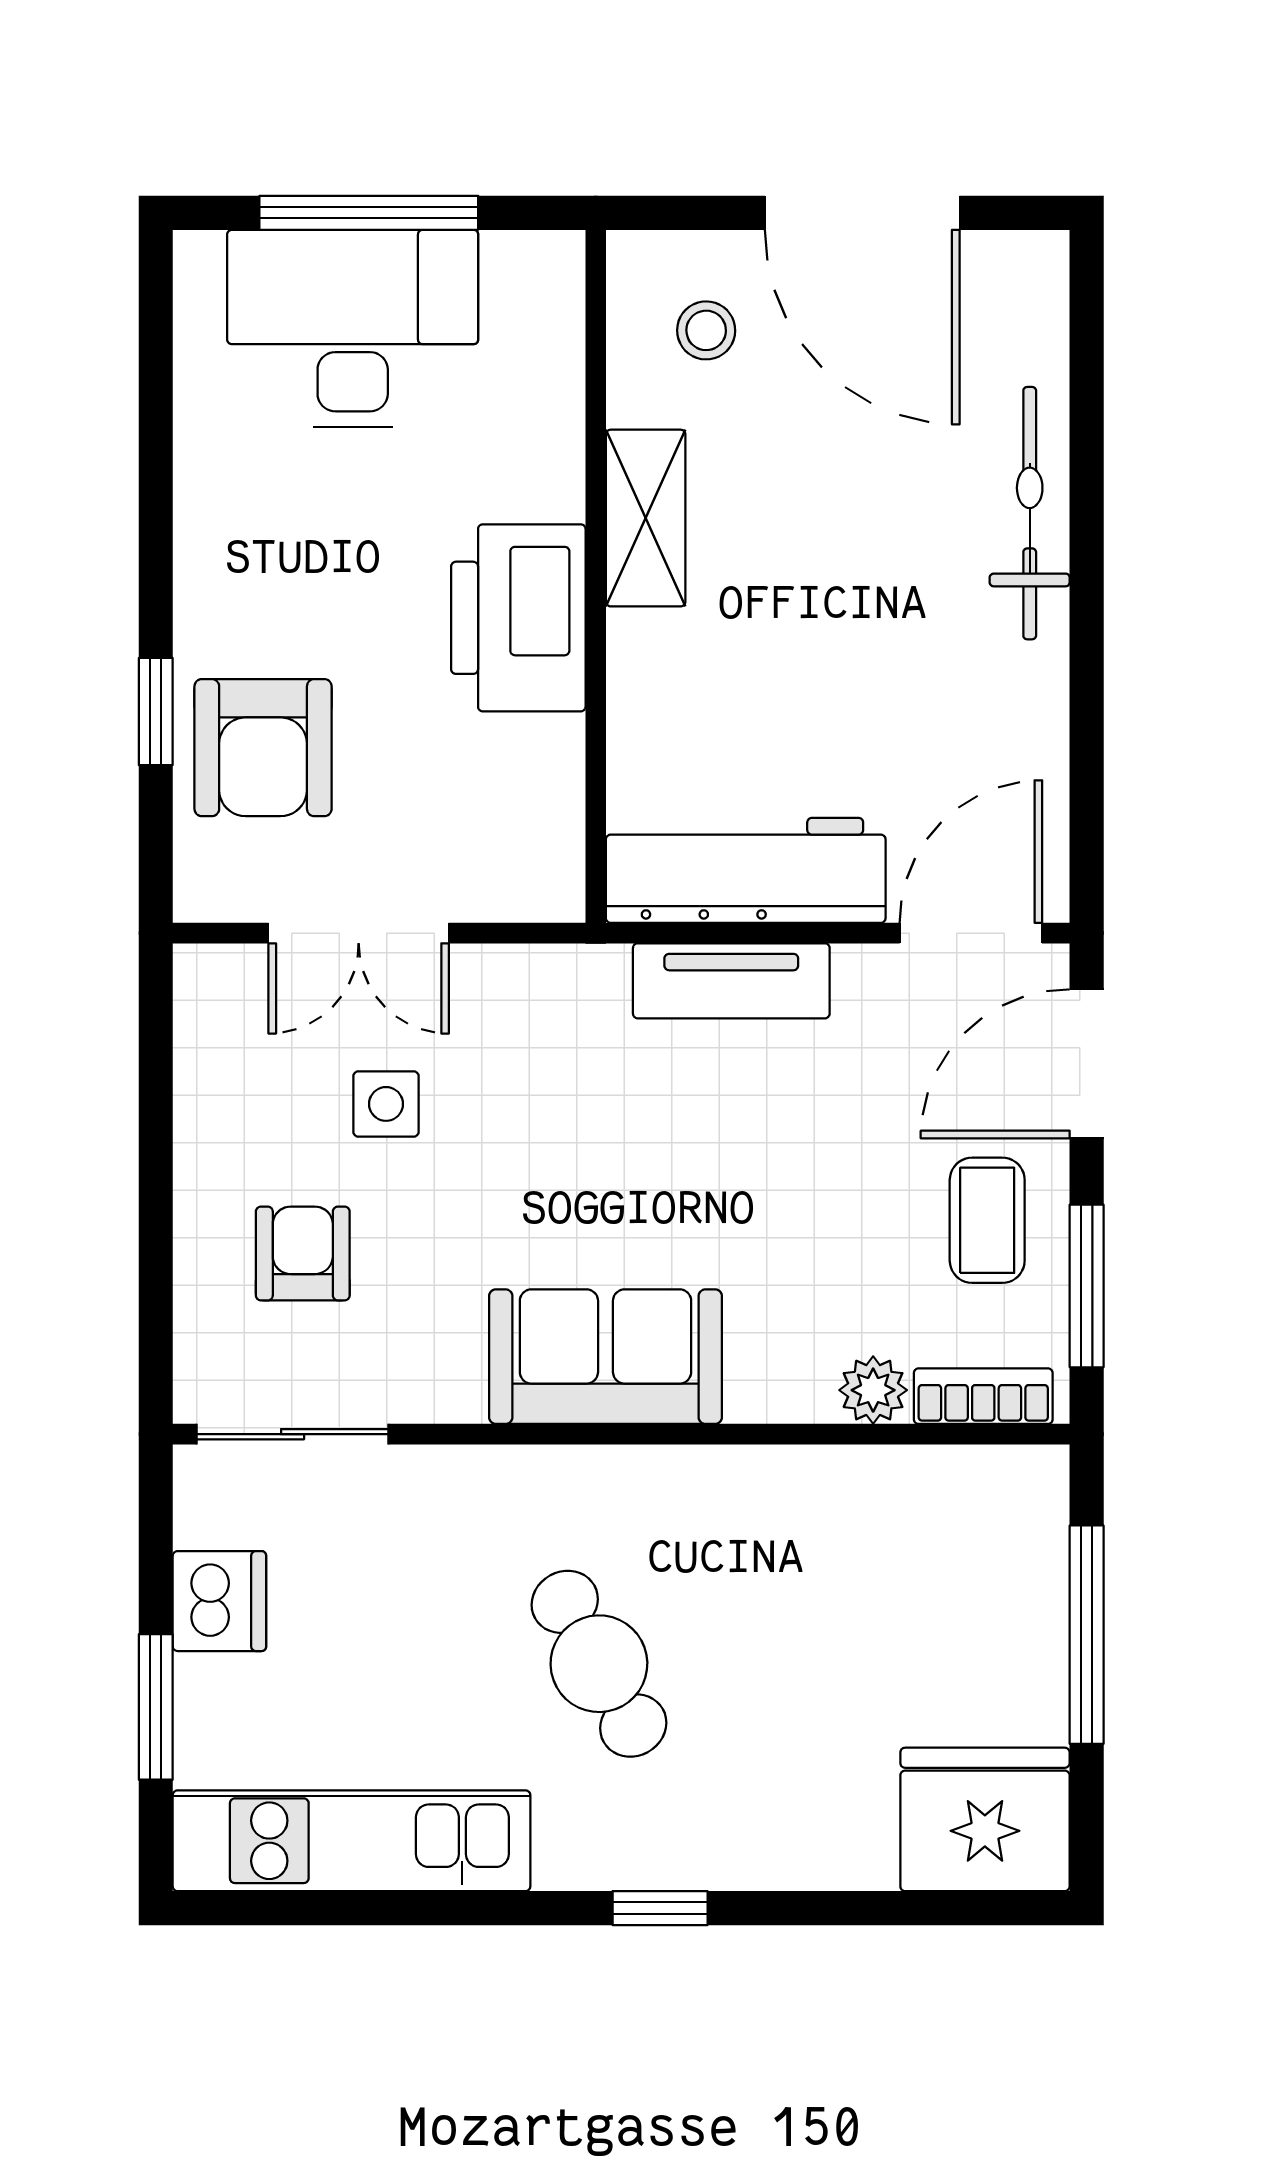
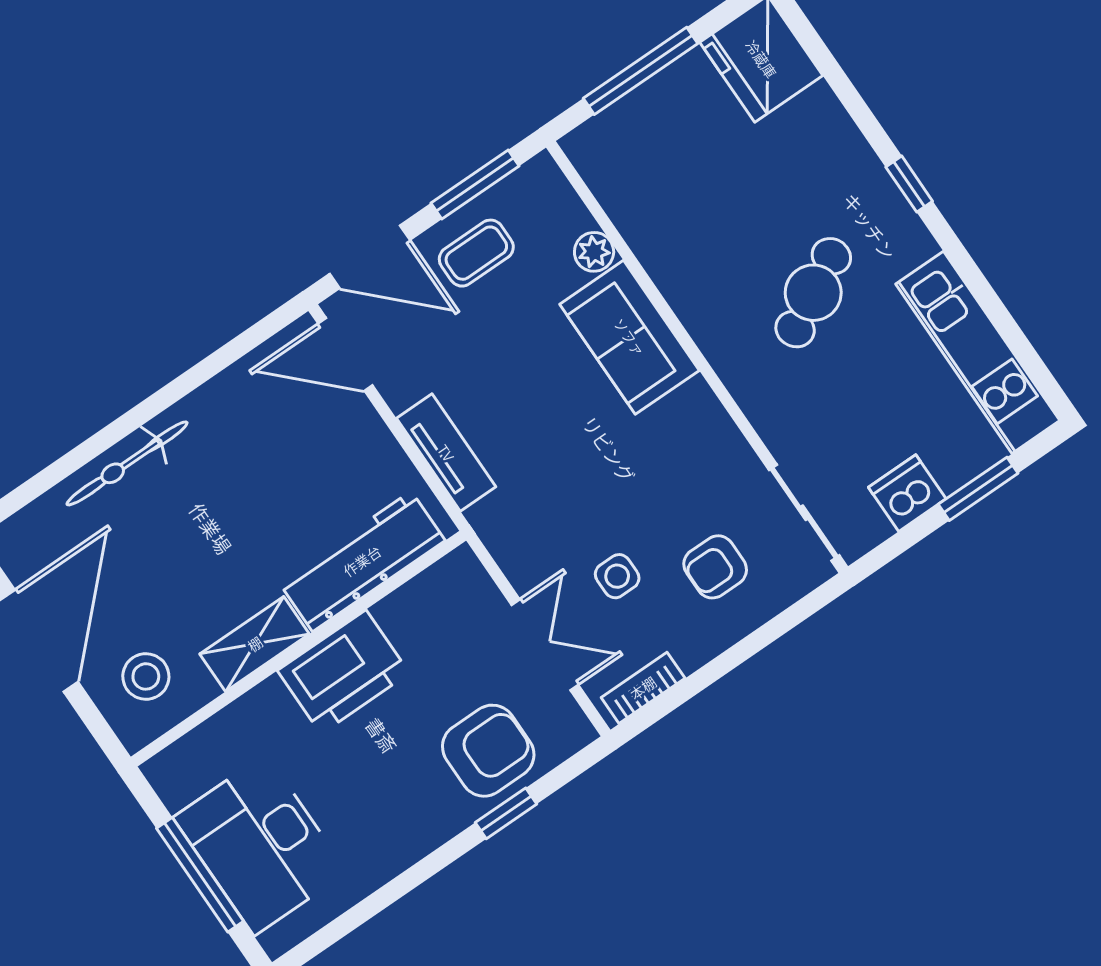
stool: (706, 330) -> (146, 676), width x1.37, depth x1.37
workbench: (746, 870) -> (362, 561), moved, turned 90
sofa: (606, 1357) -> (629, 337), moved
bookcase: (983, 1396) -> (643, 688), moved, turned 90

